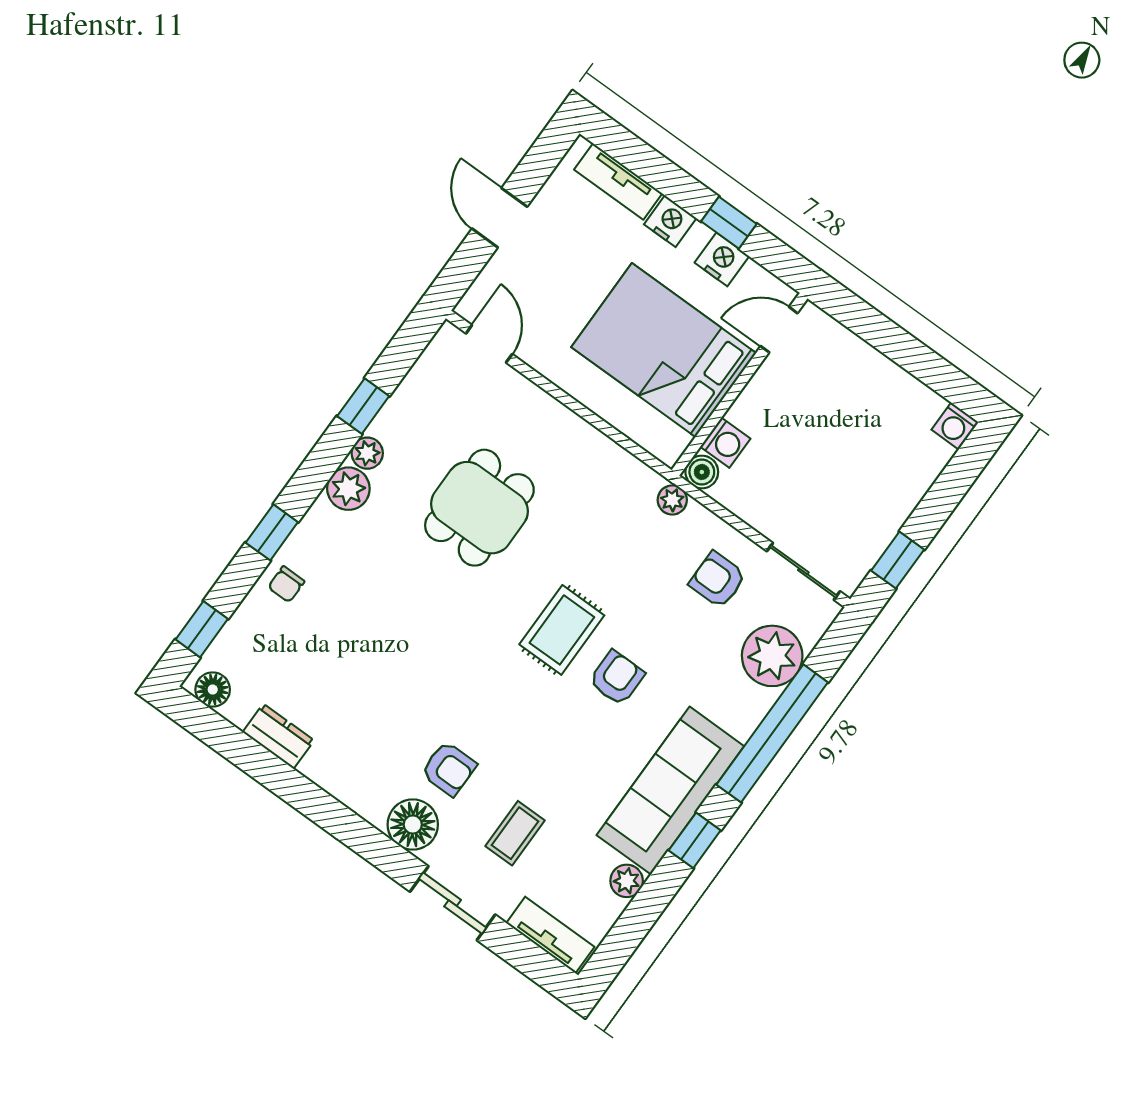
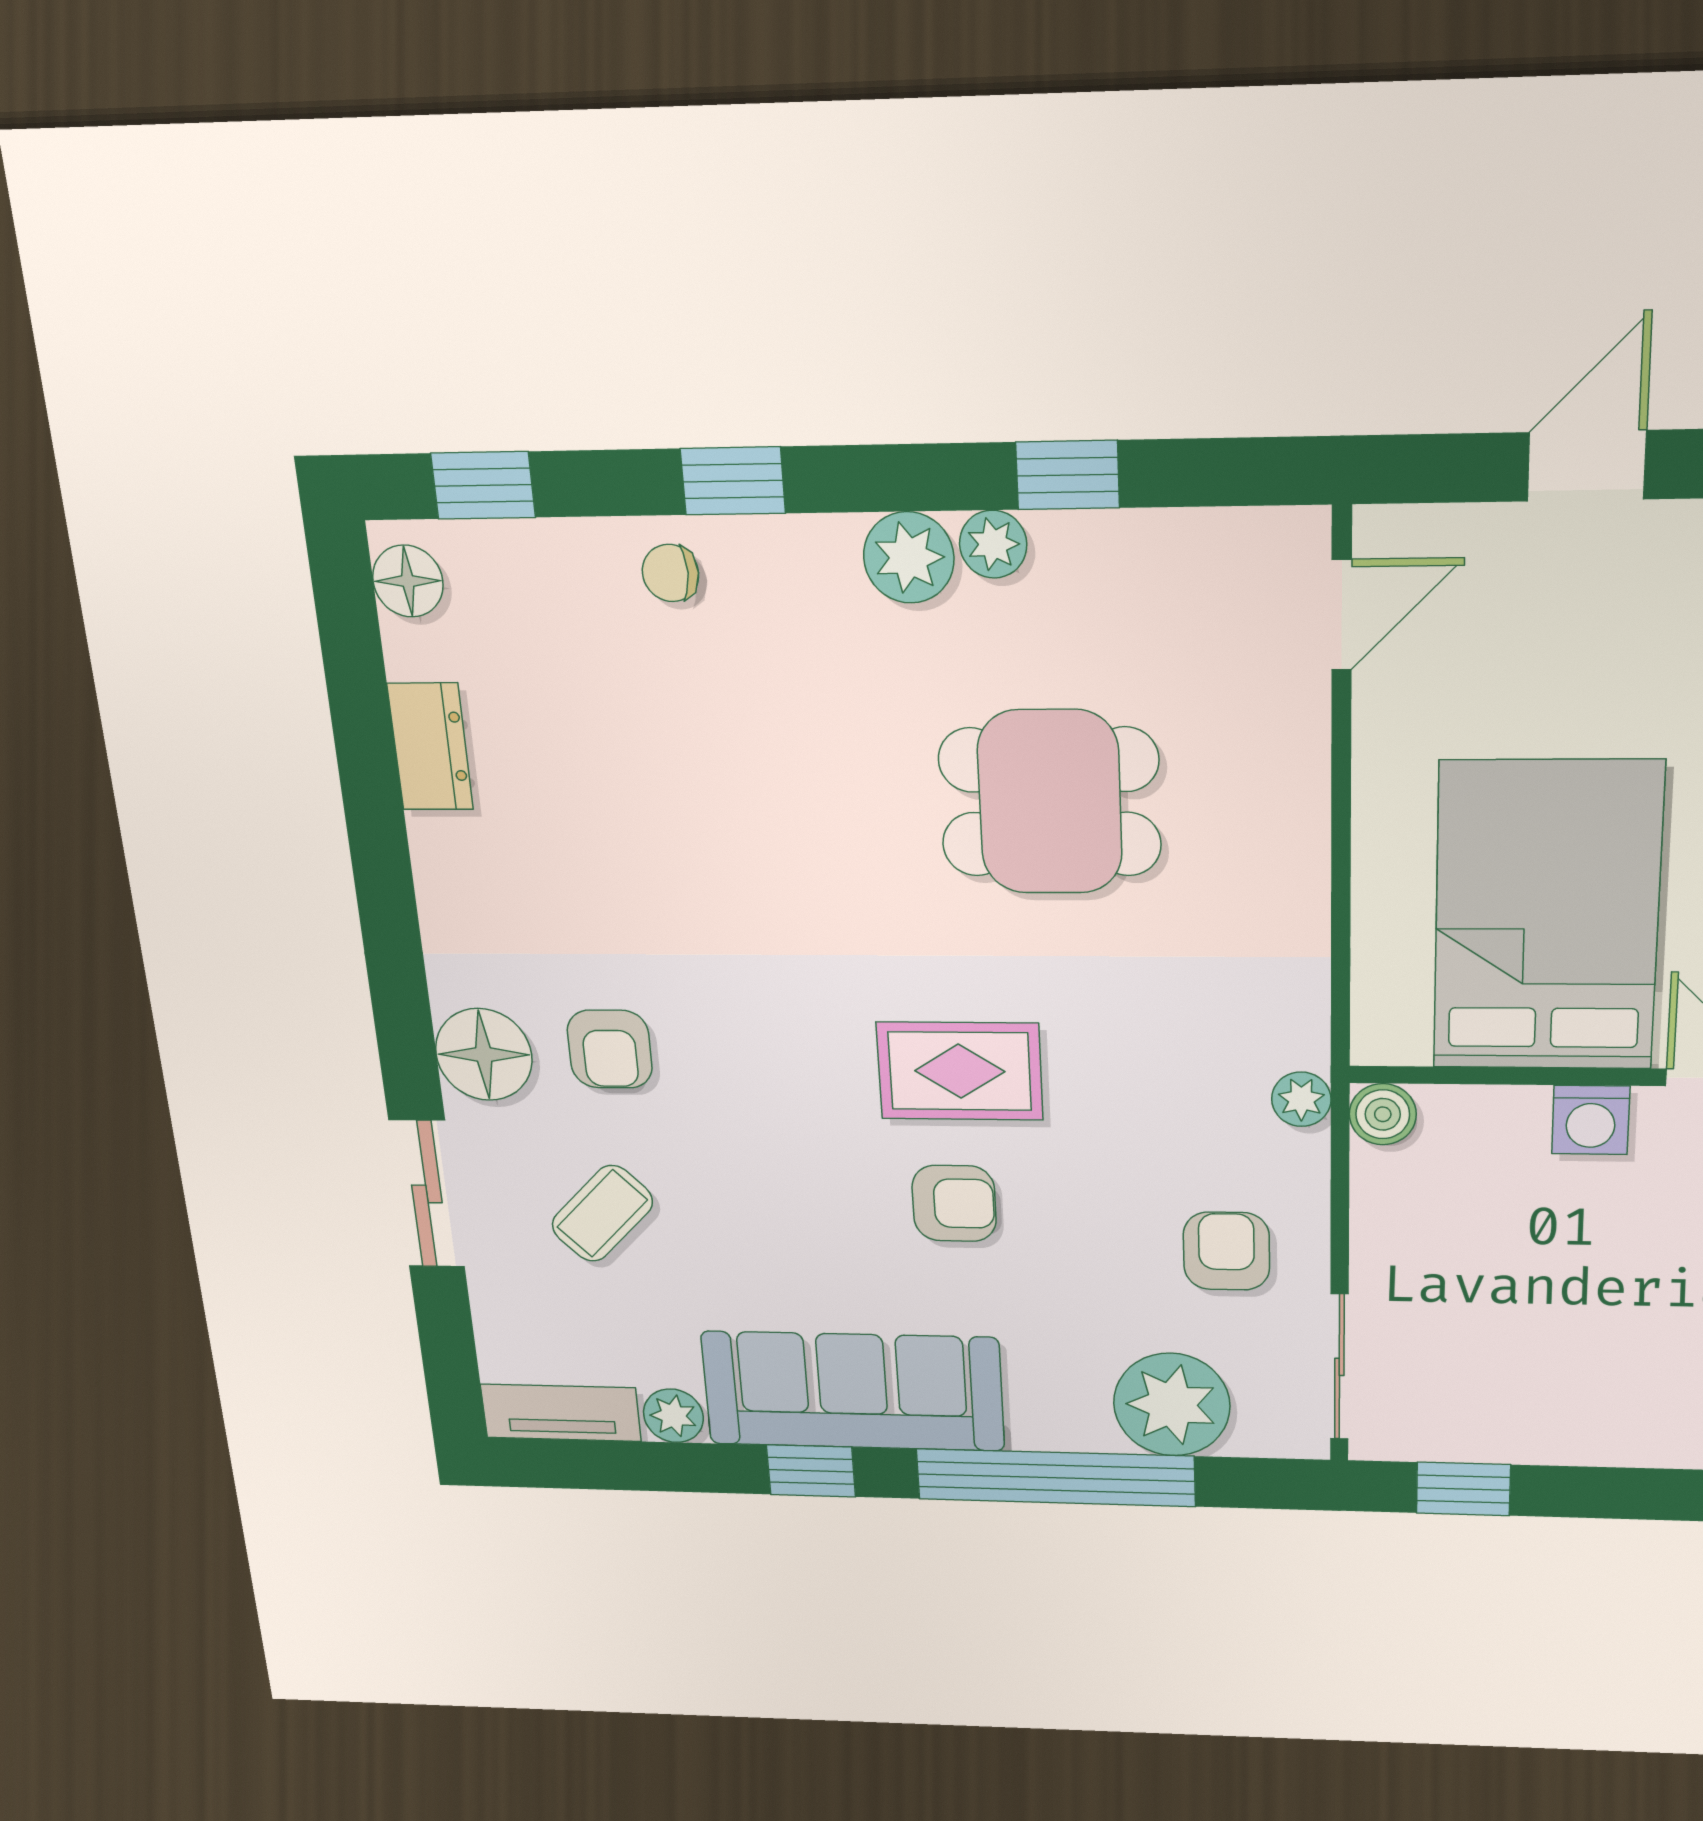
washing machine: (725, 443) -> (1591, 1120), moved
coffee table: (515, 833) -> (602, 1213), turned -45
tv unit: (550, 935) -> (561, 1413), moved, turned -90

